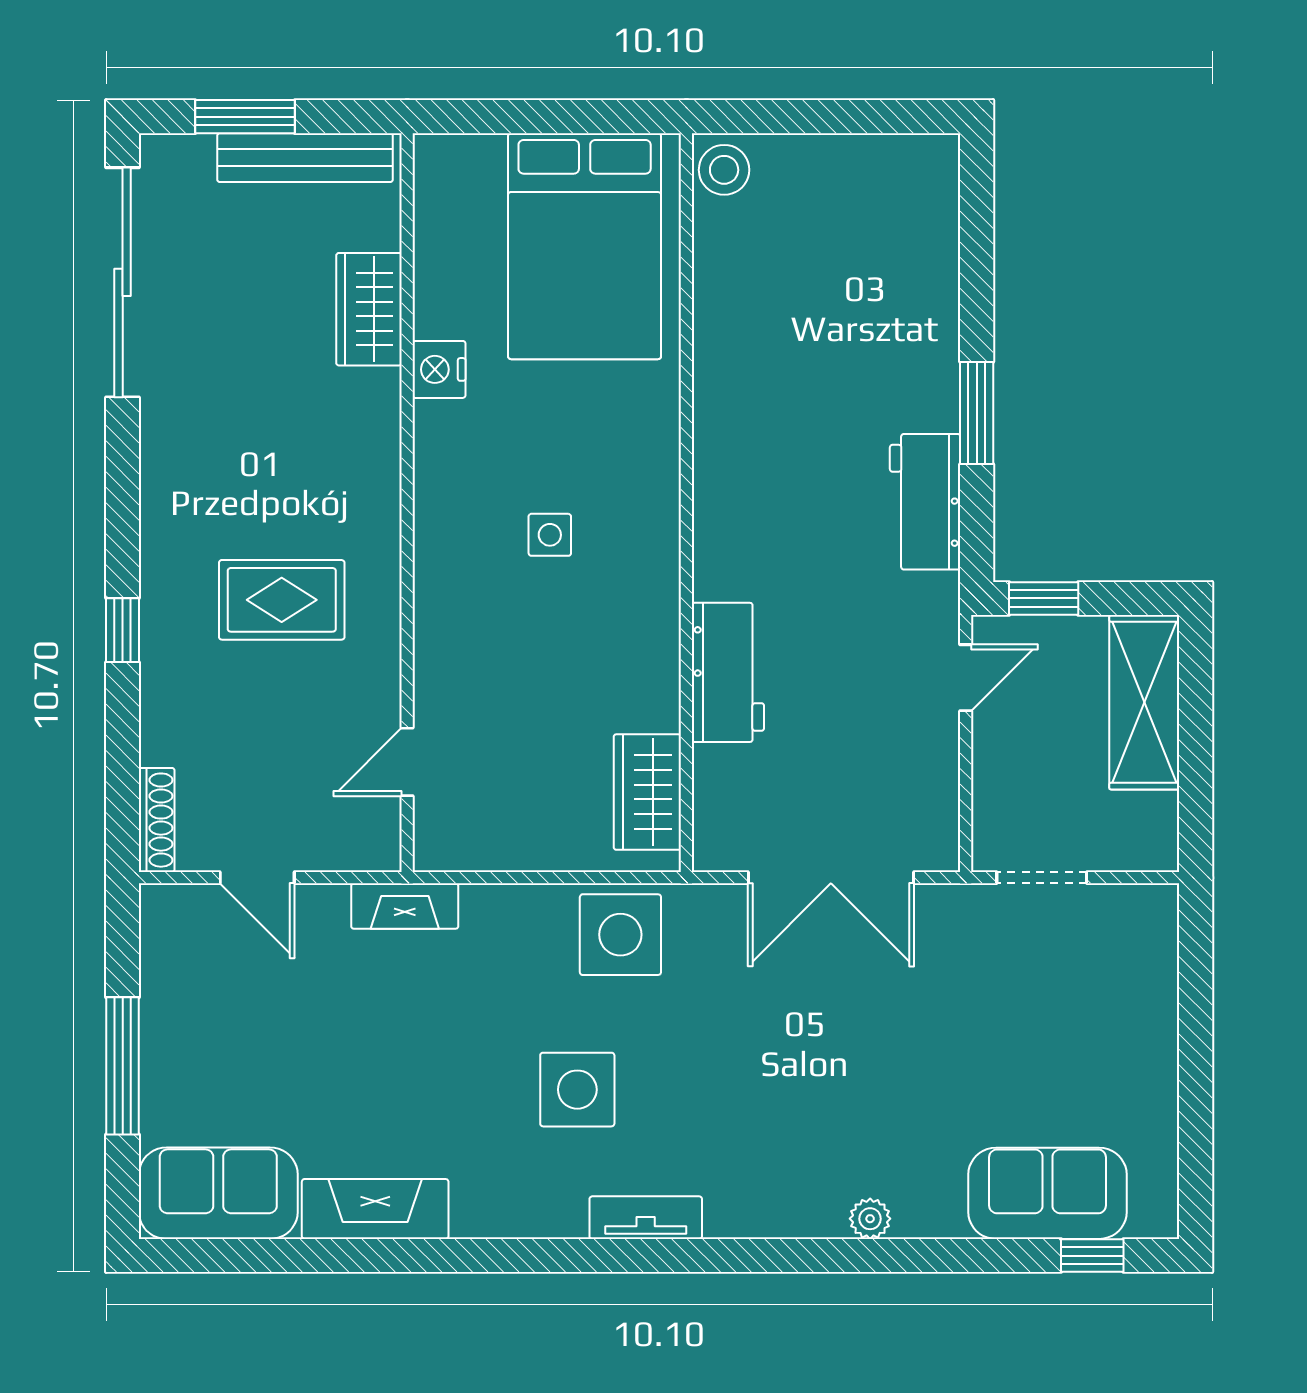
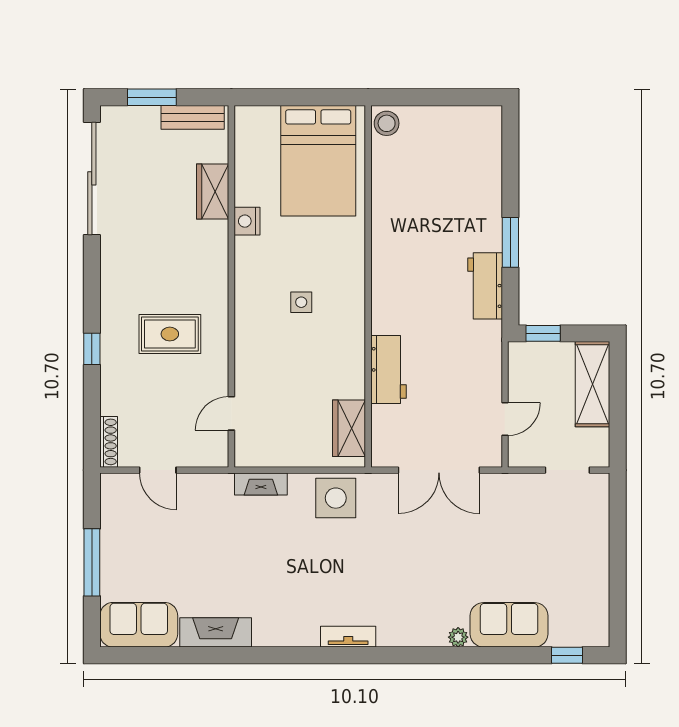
bench: (305, 158) -> (193, 117), width x0.73
door: (966, 678) -> (505, 419), moved
doorway: (1042, 878) -> (567, 470), moved
fireplace: (405, 906) -> (261, 484), moved
side table: (577, 1090) -> (315, 574), removed
sofa: (1048, 1193) -> (509, 625), moved

